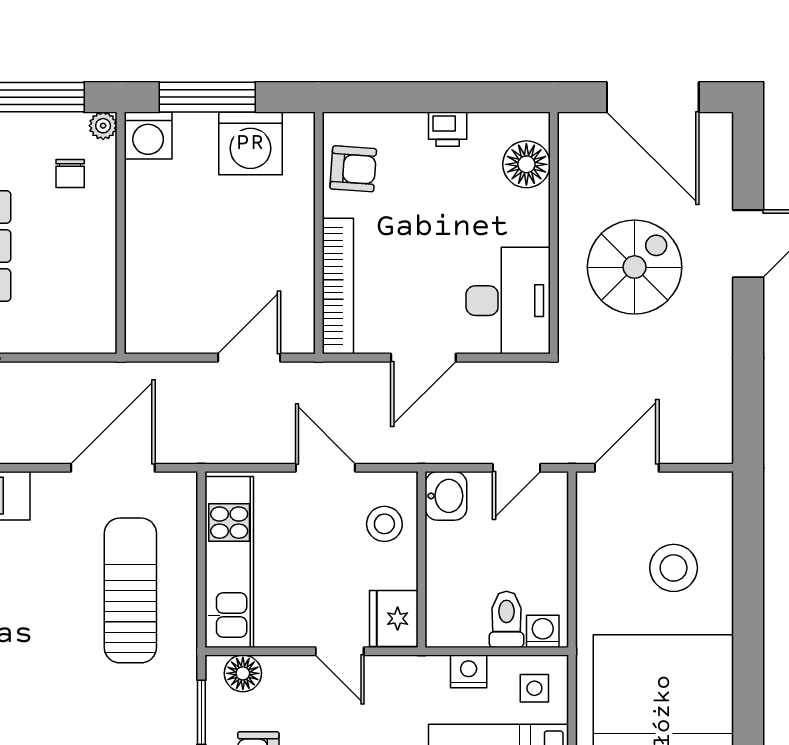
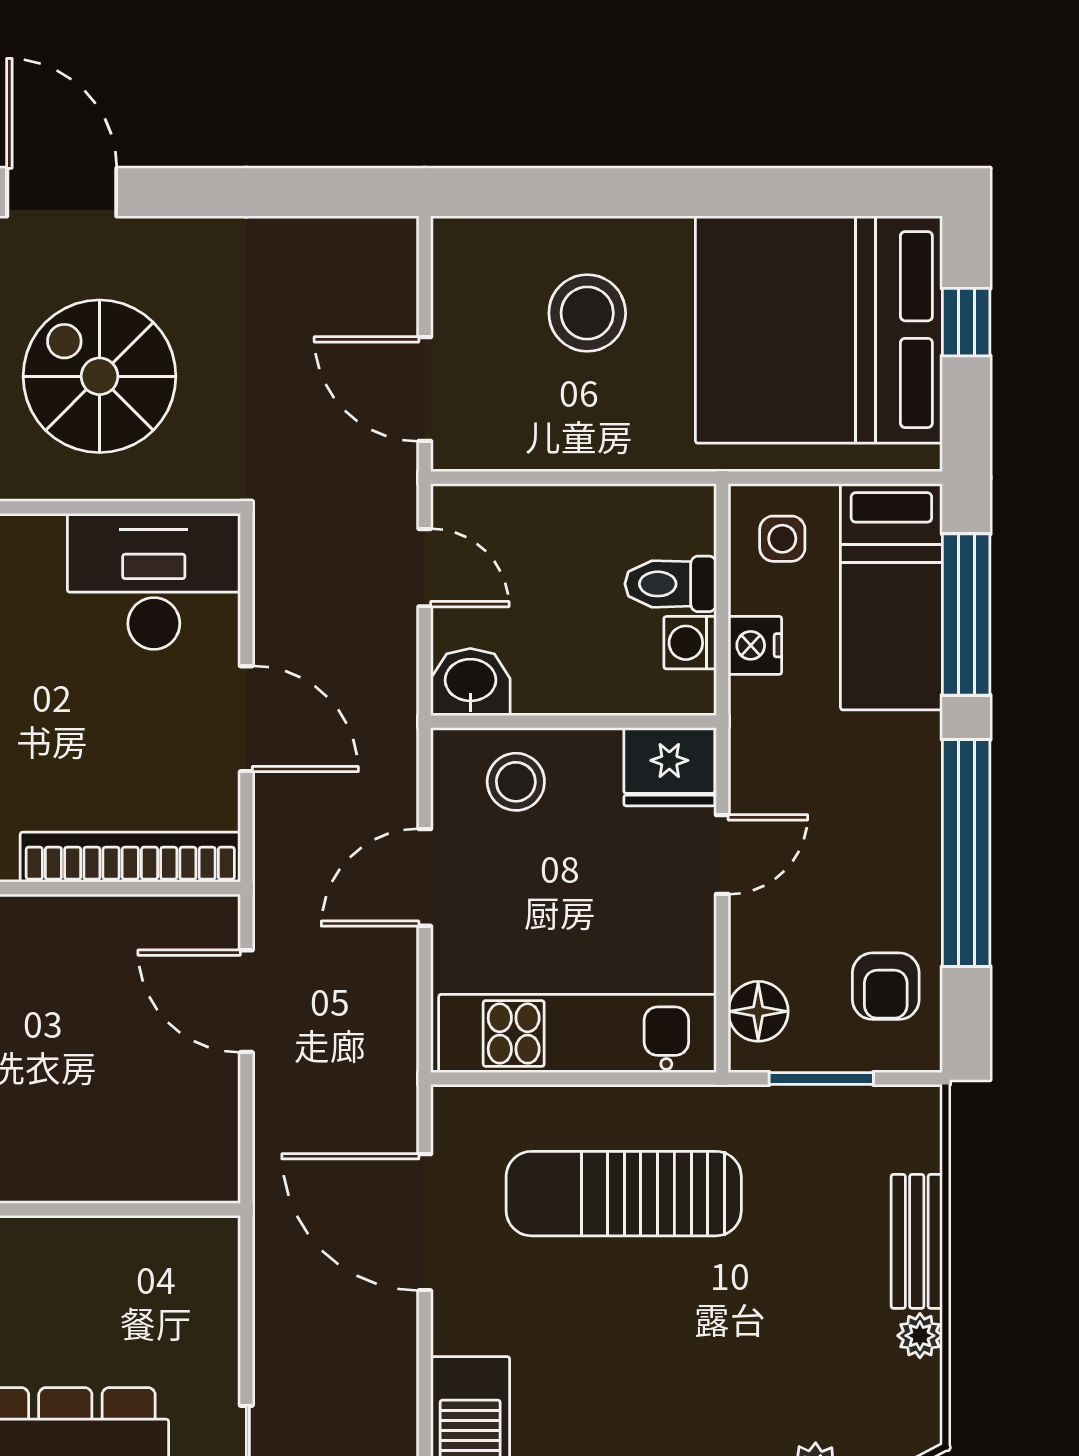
washing machine: (543, 631) -> (690, 643), moved

